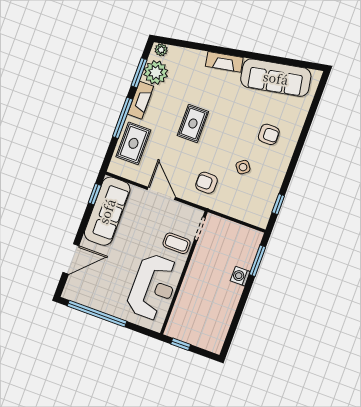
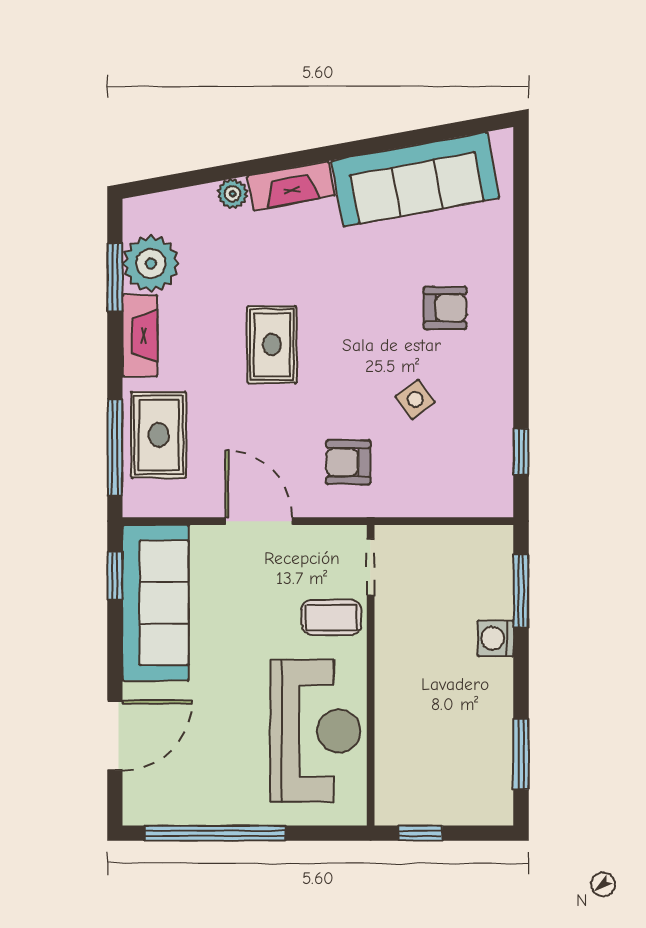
plant: (161, 50) -> (233, 194), moved
window: (123, 118) -> (115, 447), moved
window: (233, 327) -> (521, 754), added

